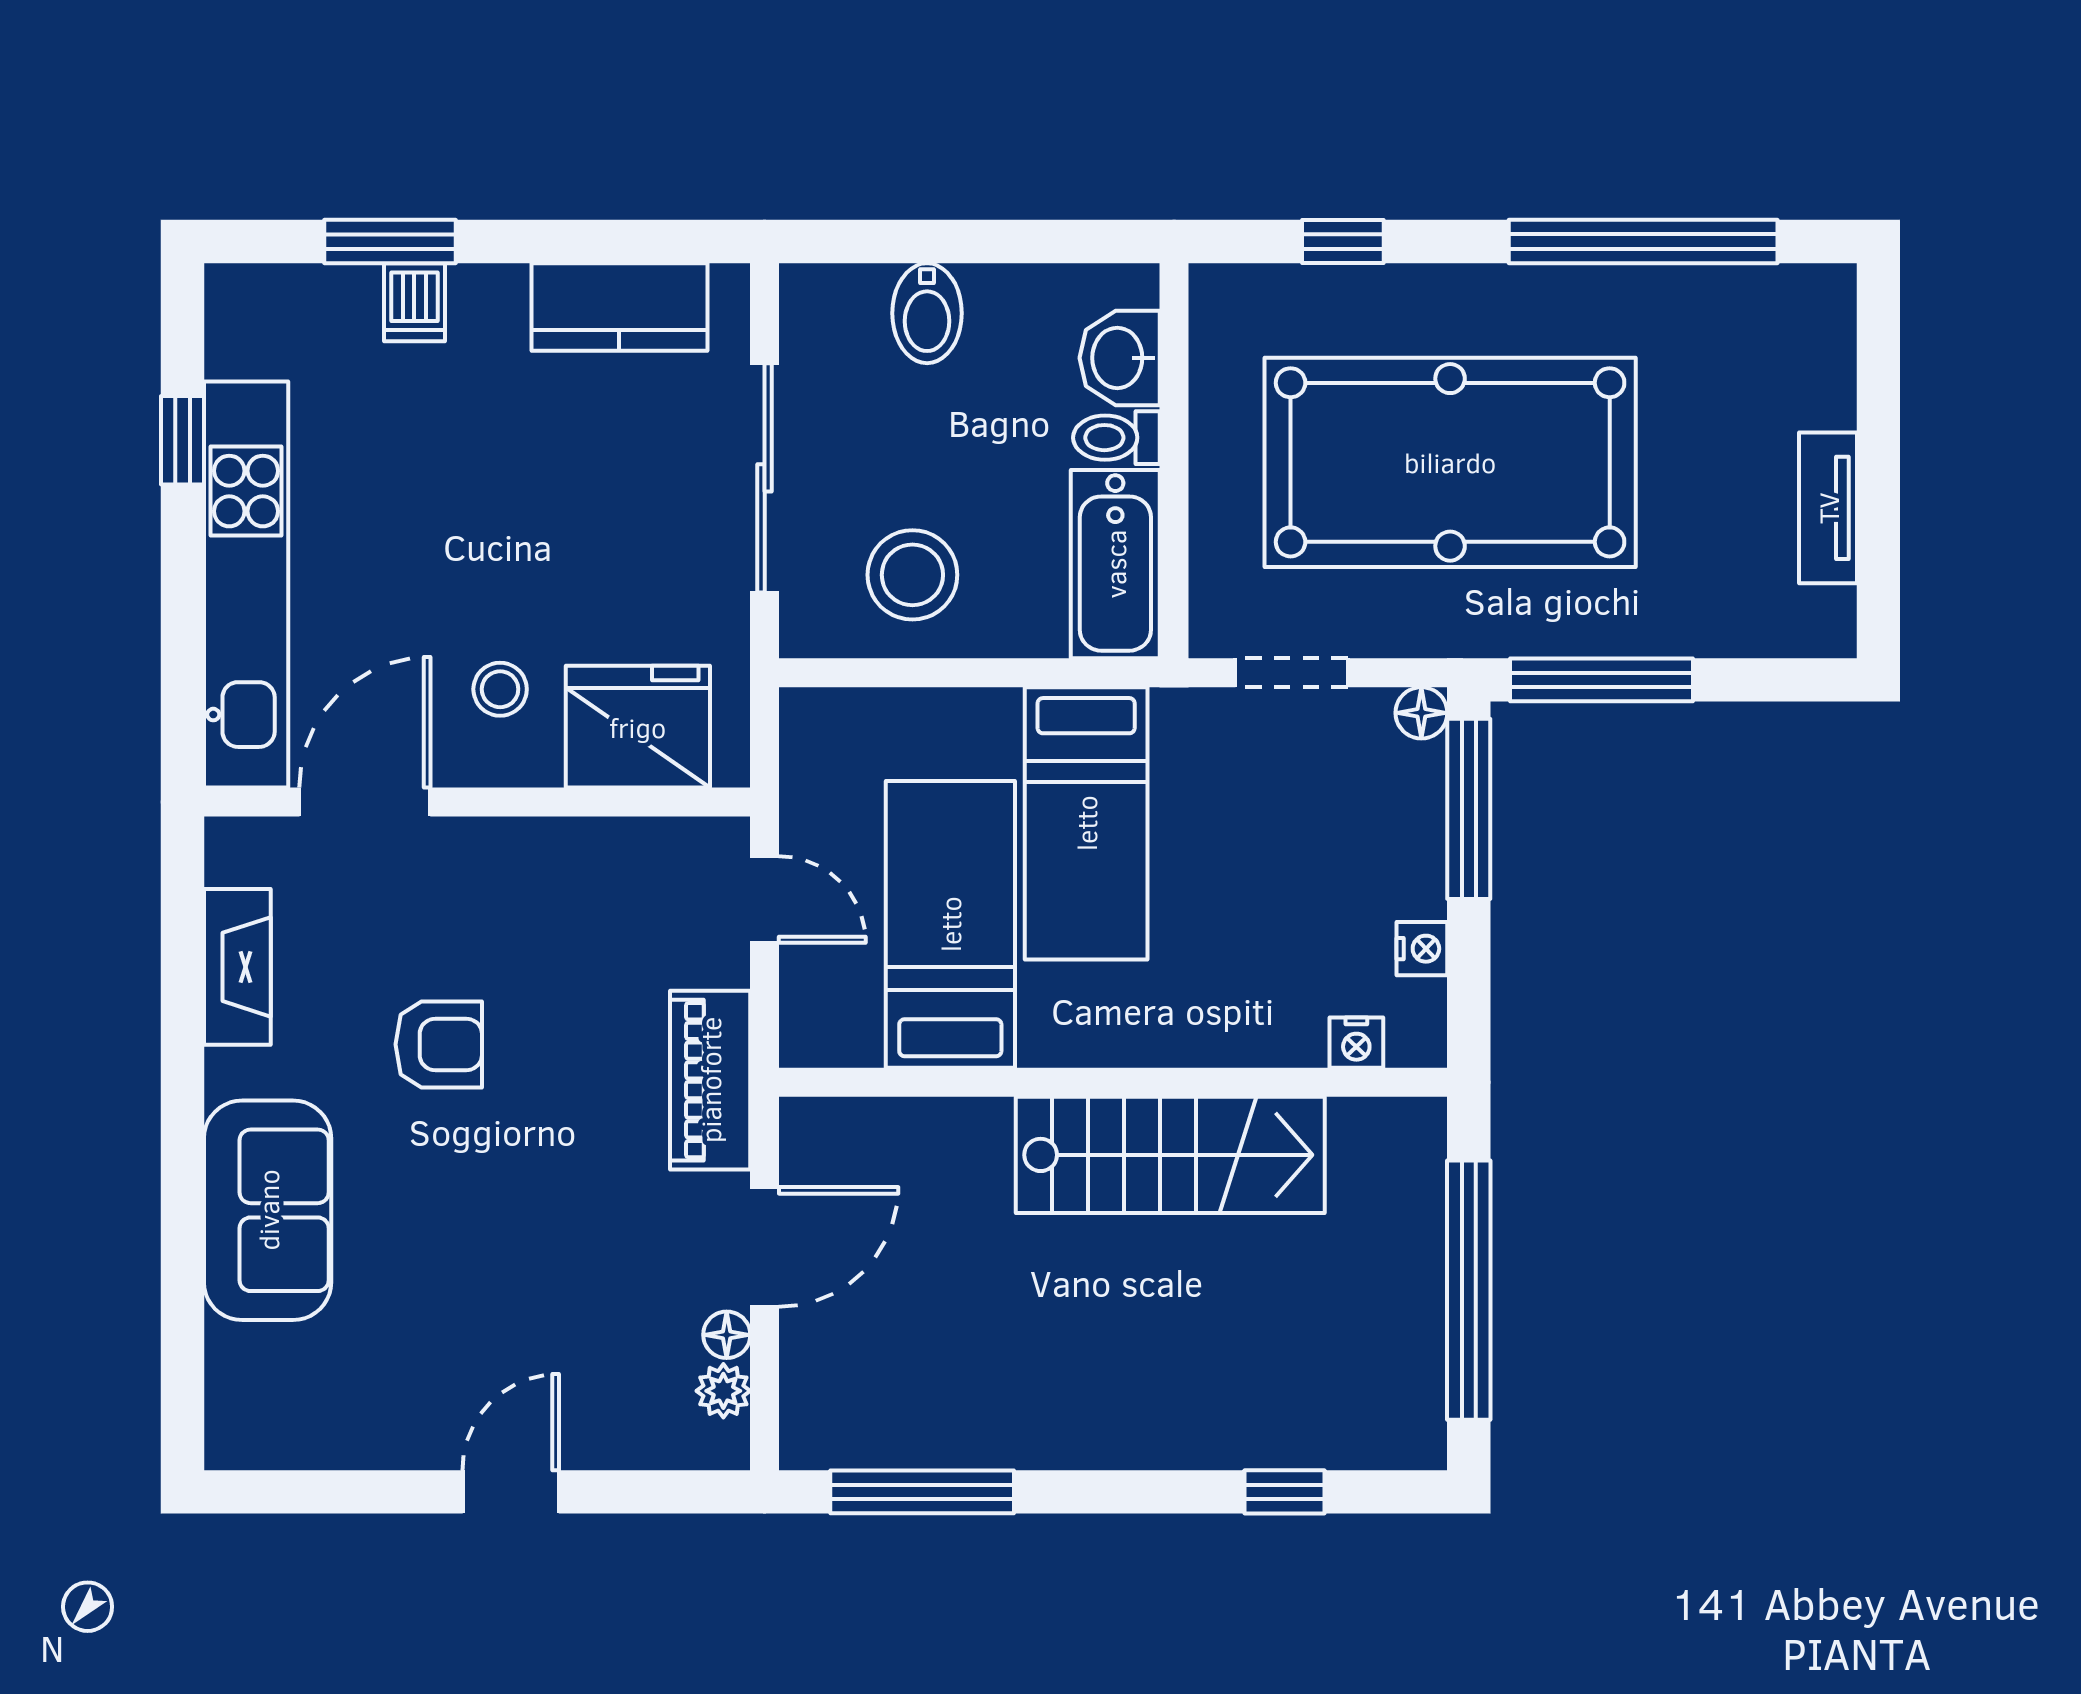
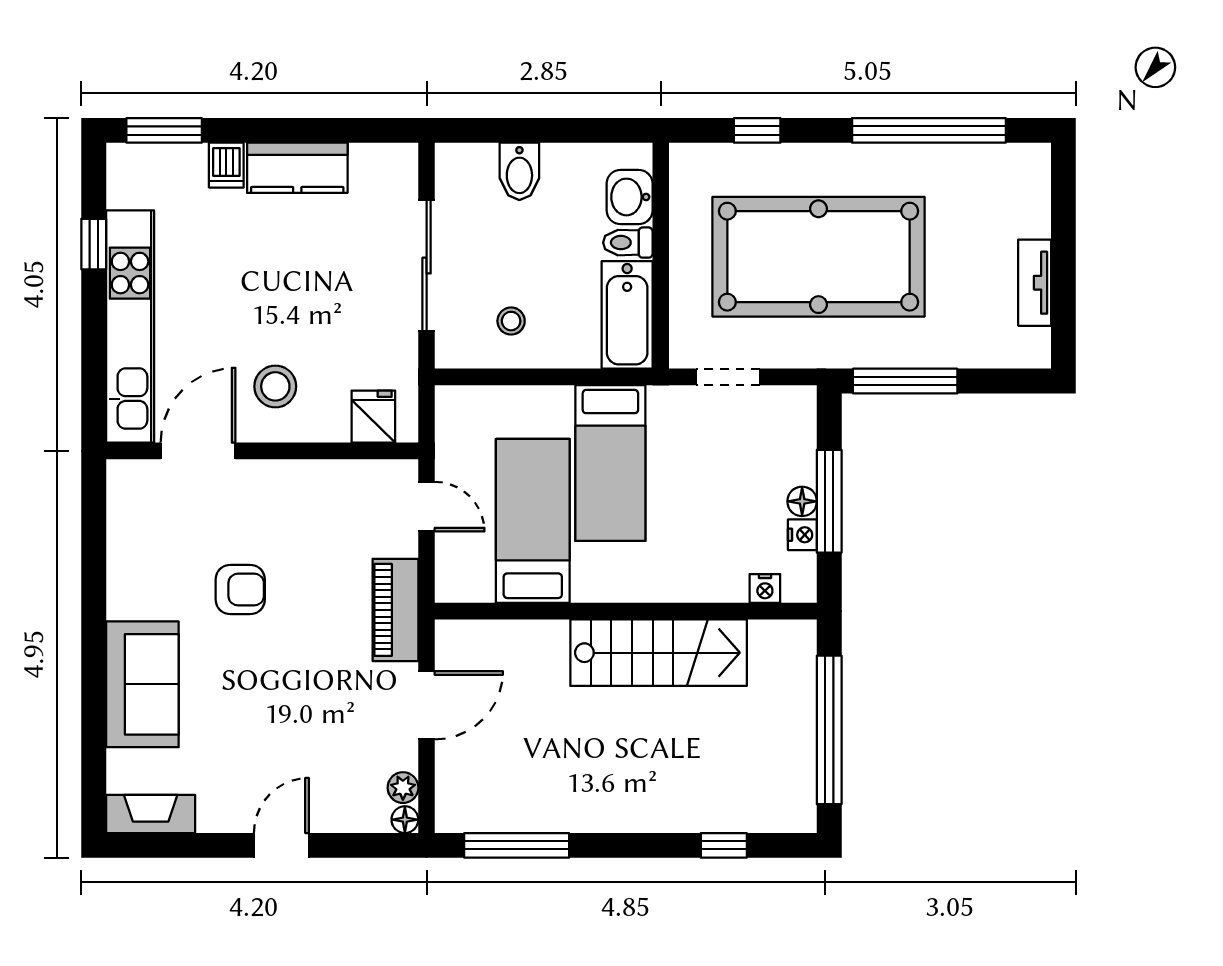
window: (390, 242) -> (164, 130), moved
kitchen counter: (619, 307) -> (297, 168), moved
stool: (912, 575) -> (511, 321), width x0.53, depth x0.53
stool: (500, 689) -> (275, 386), width x1.37, depth x1.37
floor lamp: (1421, 713) -> (802, 501), moved
fridge: (638, 727) -> (373, 417), width x0.53, depth x0.75
window: (1469, 809) -> (829, 501), moved
fireplace: (237, 967) -> (151, 814), moved, turned -90
floor lamp: (727, 1335) -> (405, 820), moved

